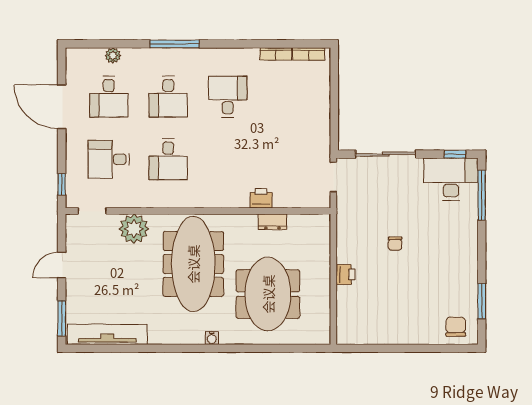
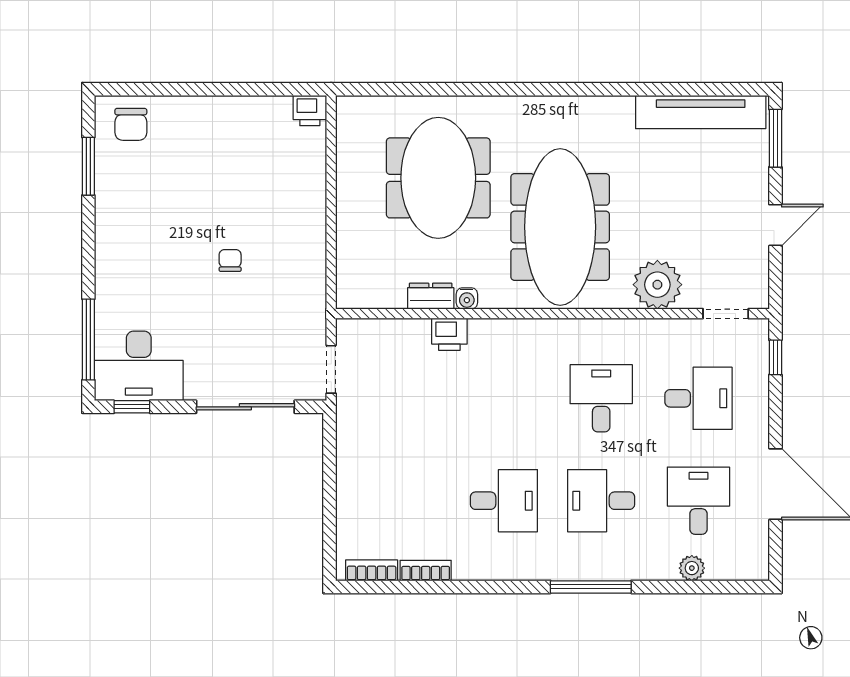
desk: (168, 97) -> (601, 501), turned -90
desk: (228, 97) -> (504, 501), turned -90
printer: (345, 274) -> (310, 110), moved, turned -90
water cooler: (212, 338) -> (467, 298), moved, turned 180

